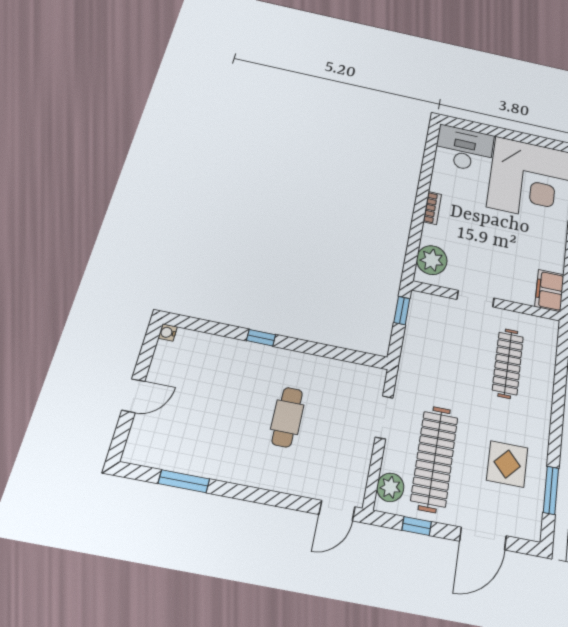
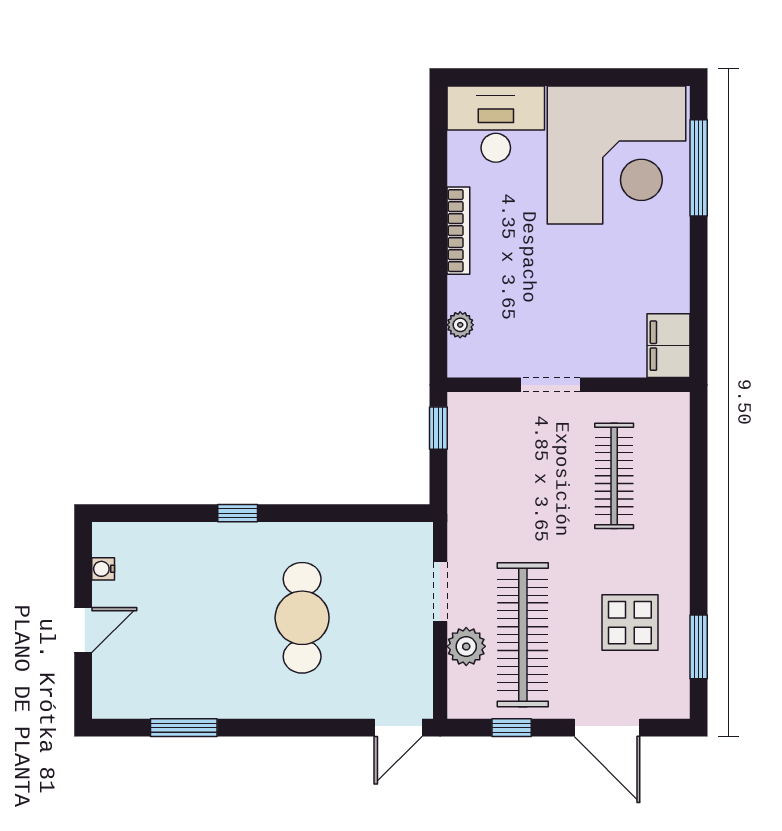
bookcase: (432, 208) -> (458, 231), width x1.56
plant: (432, 260) -> (460, 325), width x0.53, depth x0.53
water cooler: (168, 333) -> (103, 569), moved
cafe table: (287, 417) -> (302, 618), width x1.37, depth x1.35
plant: (390, 487) -> (466, 646), moved
door: (483, 539) -> (607, 728), hinge flipped

